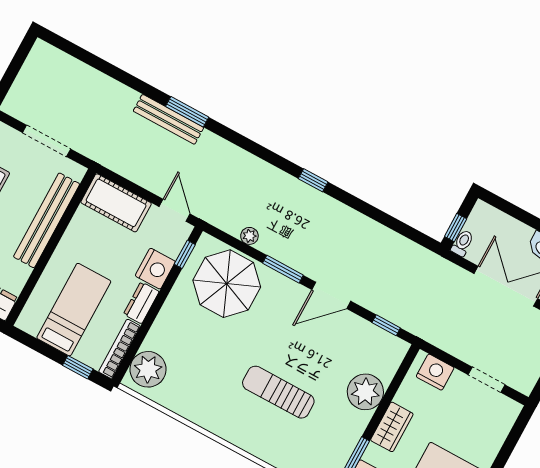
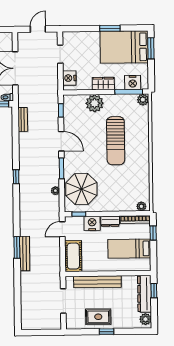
bench: (408, 249) -> (23, 119), added
plant: (148, 369) -> (141, 206), width x0.53, depth x0.53
sun lounger: (278, 392) -> (116, 141), width x1.36, depth x1.34

